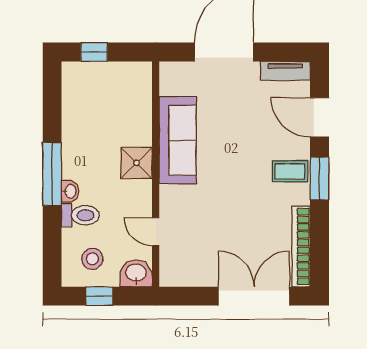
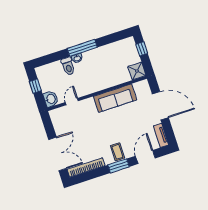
shower: (137, 163) -> (137, 71), moved
stool: (92, 259) -> (51, 78), removed

